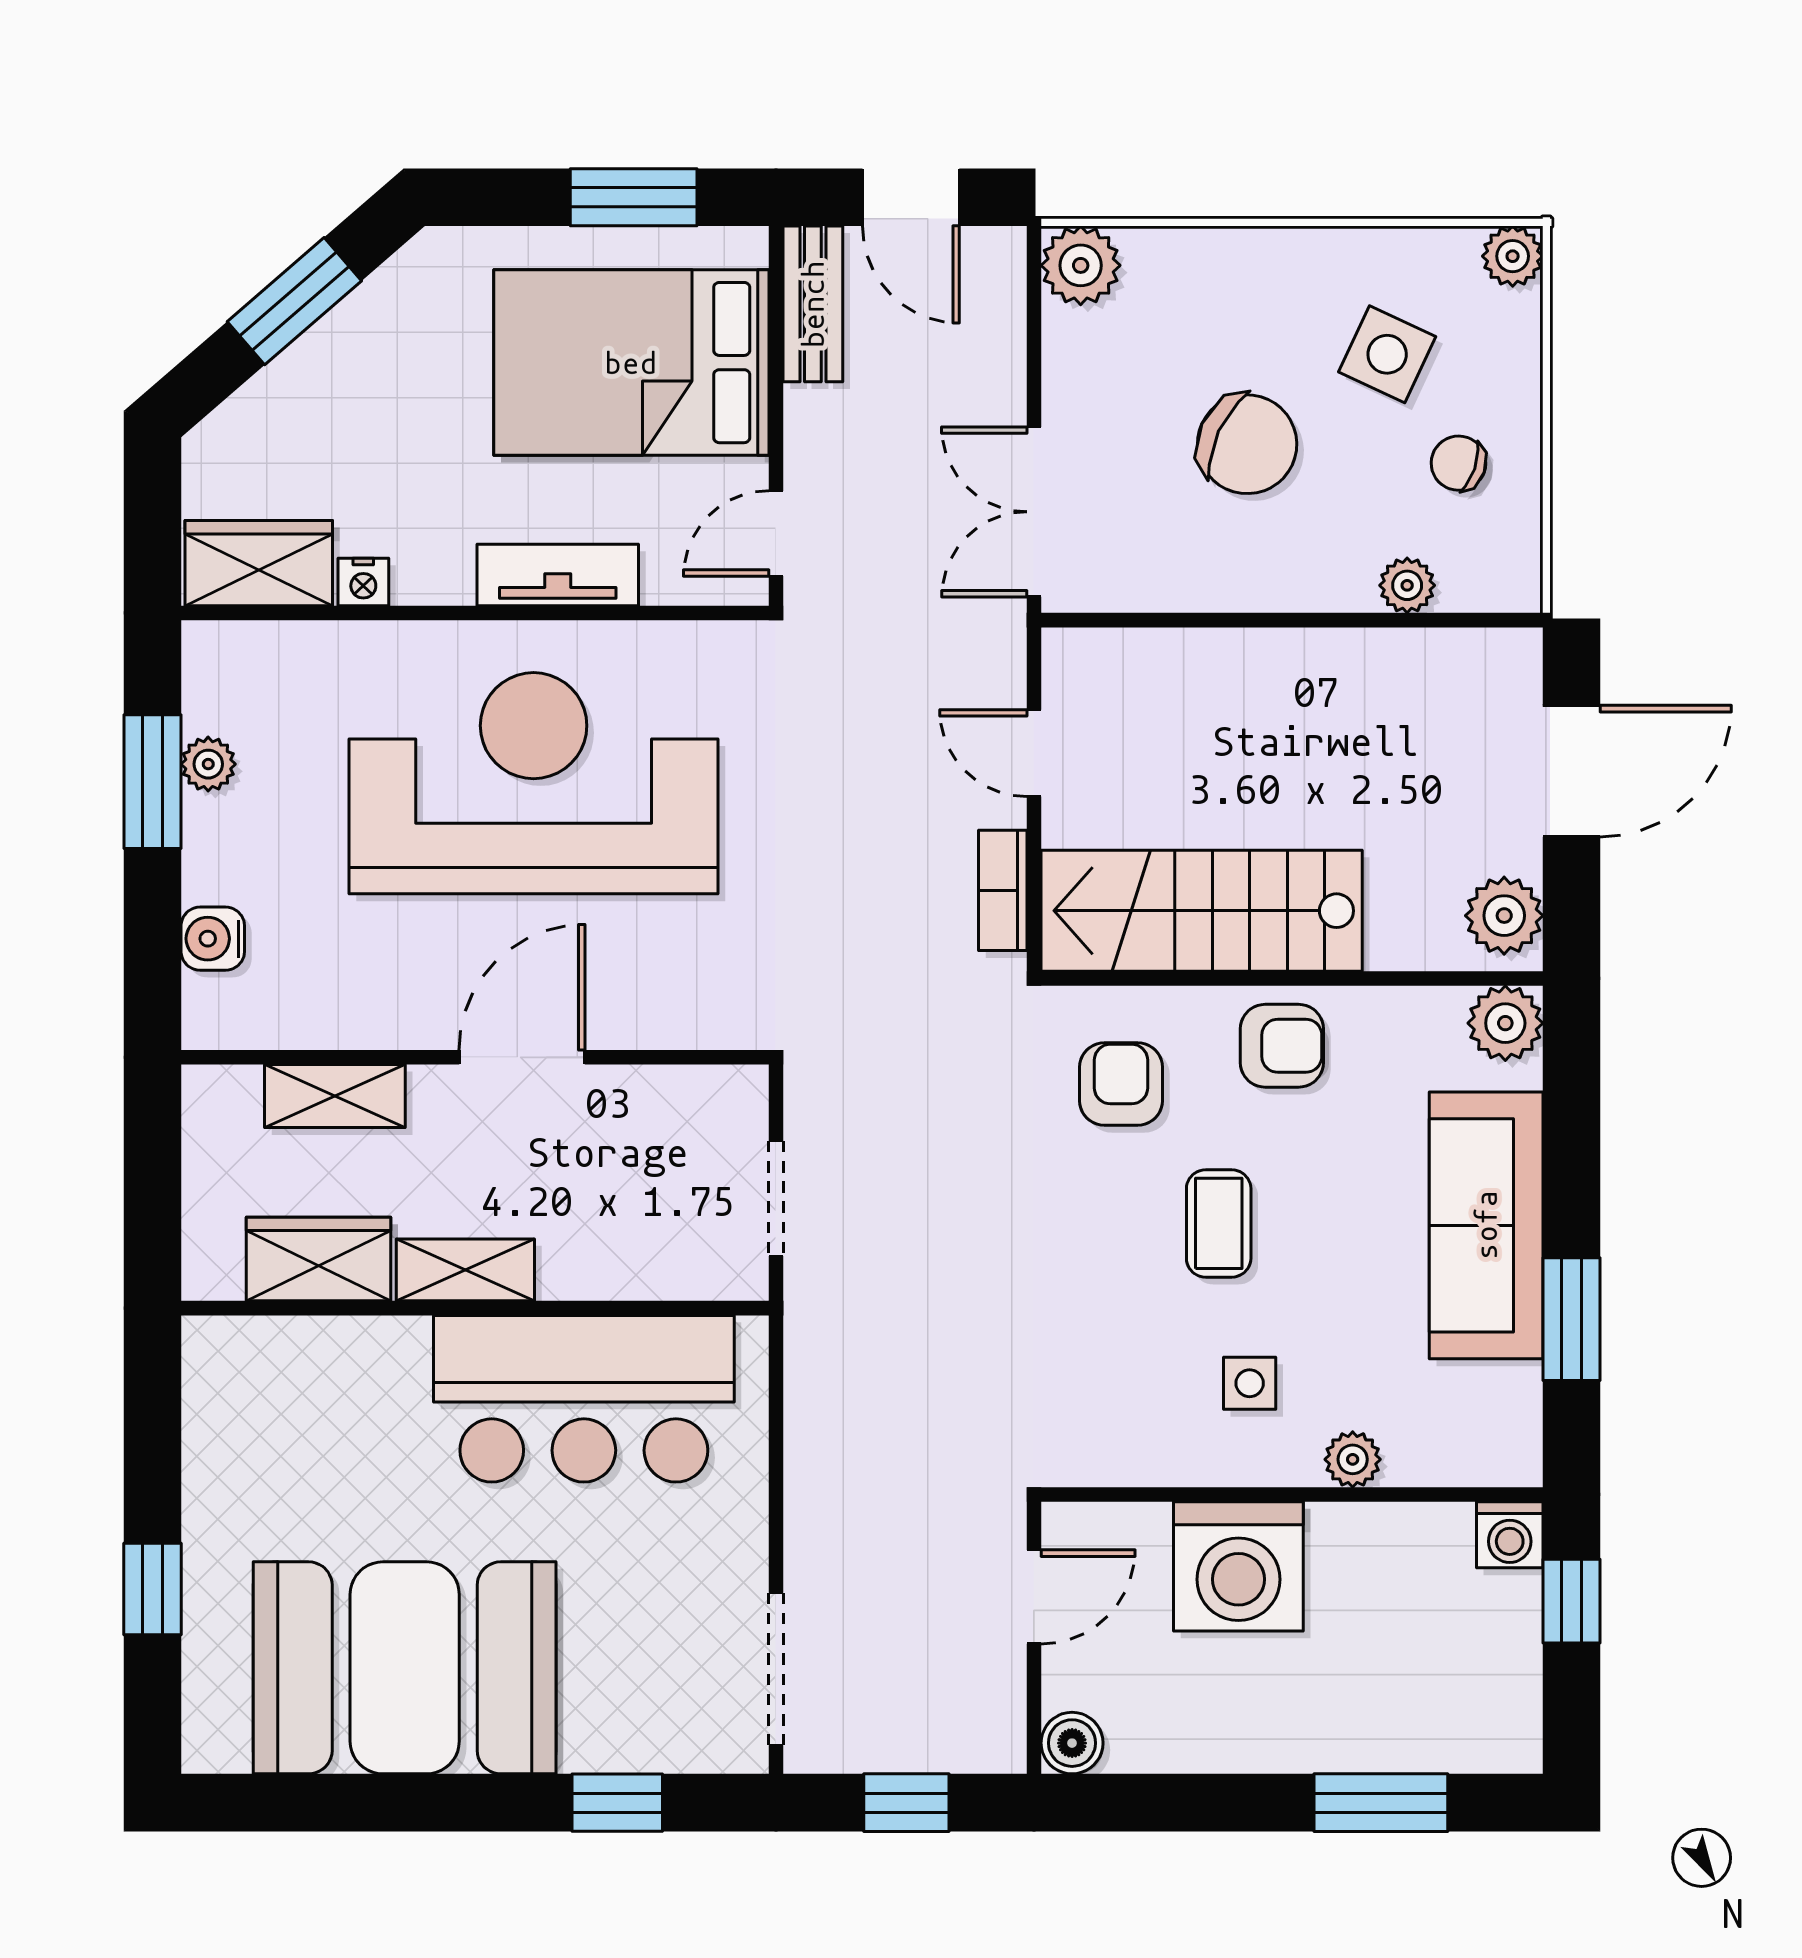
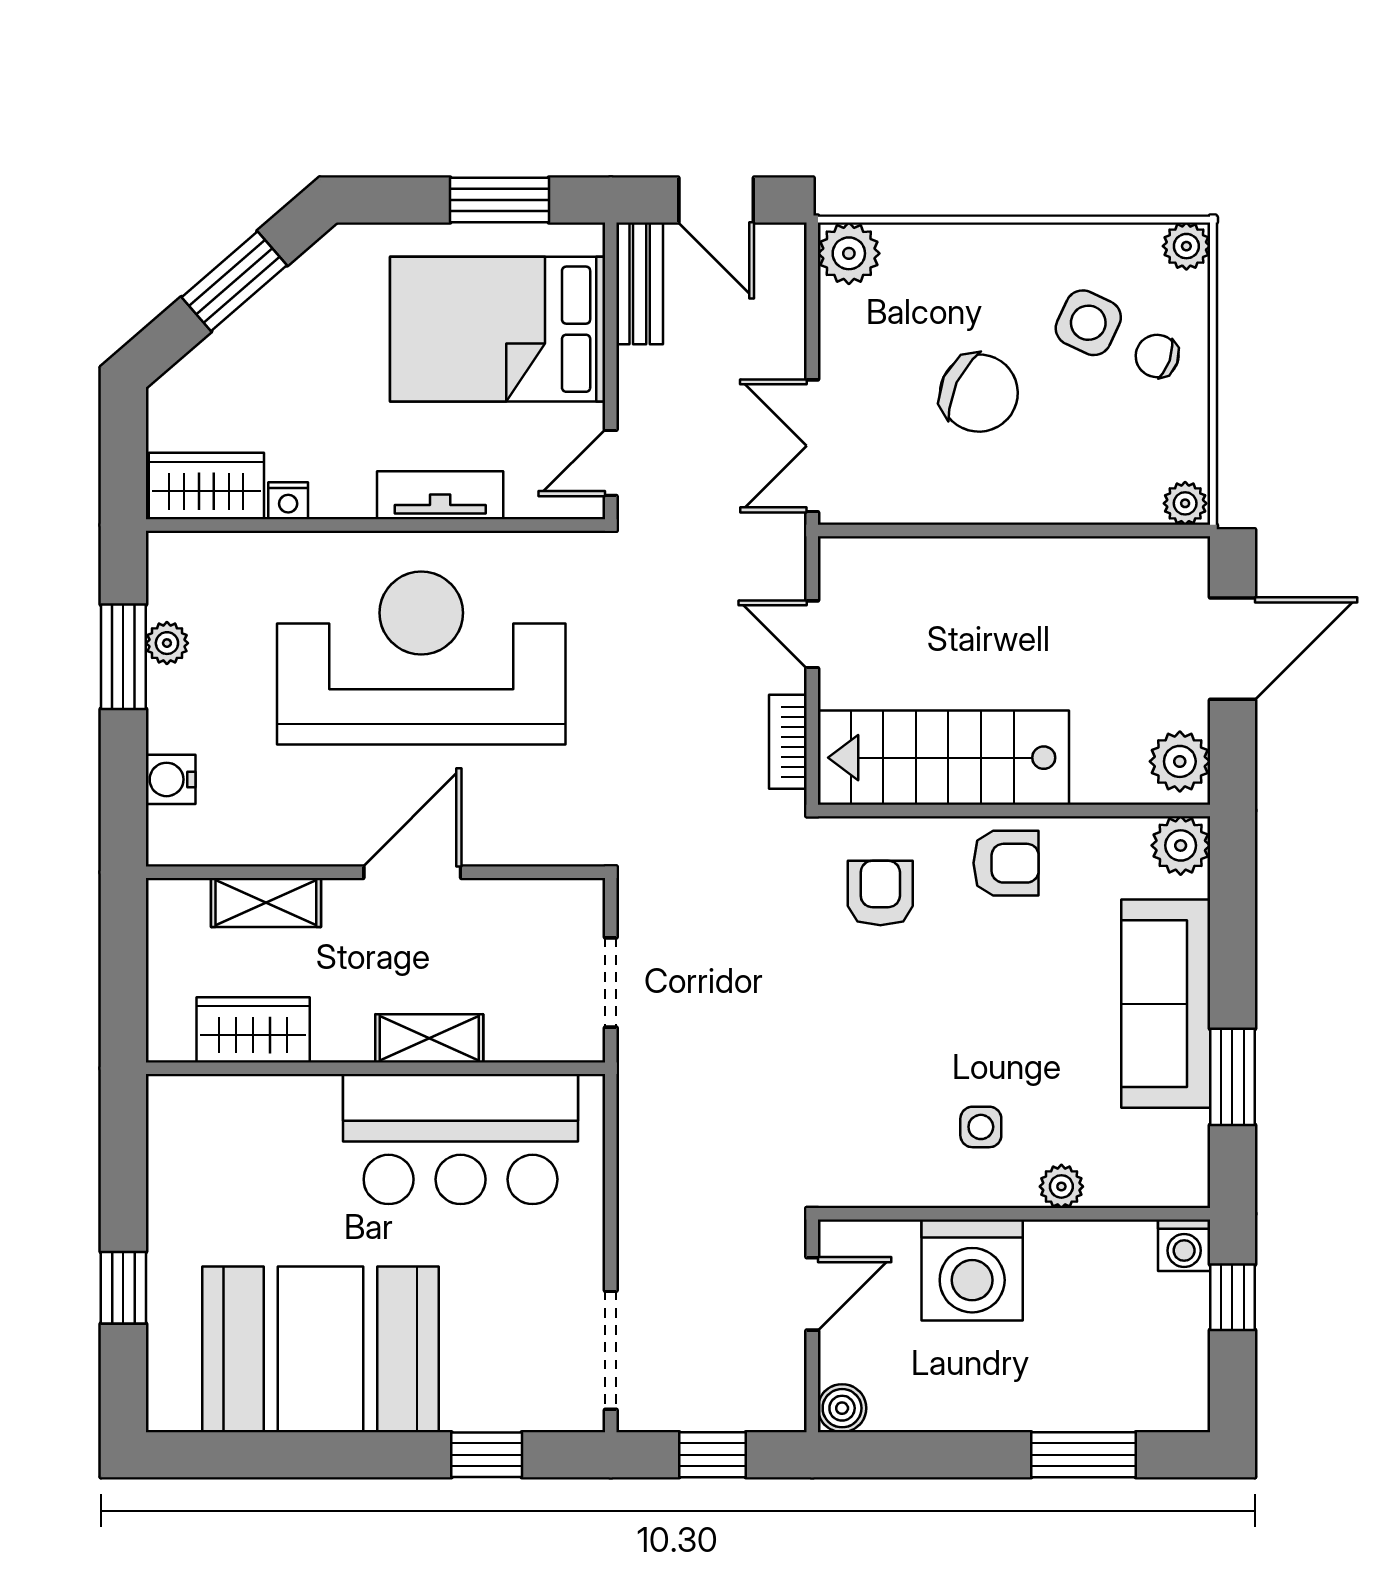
chair: (1459, 463) -> (1157, 356), moved
plant: (1407, 585) -> (1185, 503), moved
coffee table: (1219, 1223) -> (957, 1002), removed
shelving: (465, 1270) -> (429, 1038), moved

